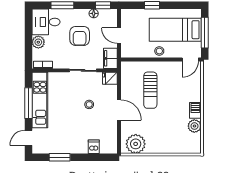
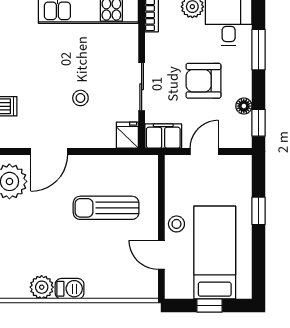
window: (205, 33) -> (210, 305), width x0.46
door: (190, 59) -> (161, 255), moved
door: (119, 110) -> (49, 151), moved

